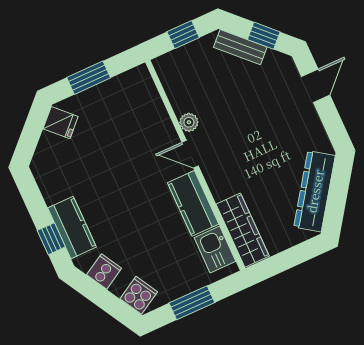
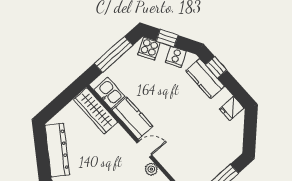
fridge: (61, 123) -> (232, 108), moved, turned -45
window: (108, 302) -> (167, 38), added
window: (192, 303) -> (113, 54), width x1.44

